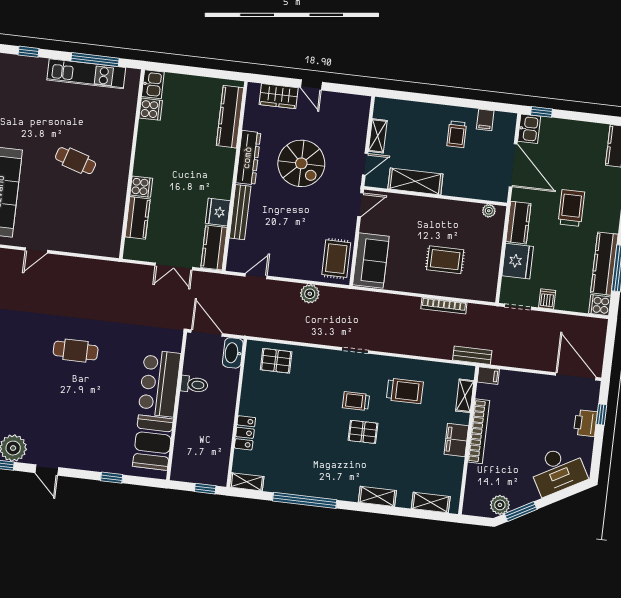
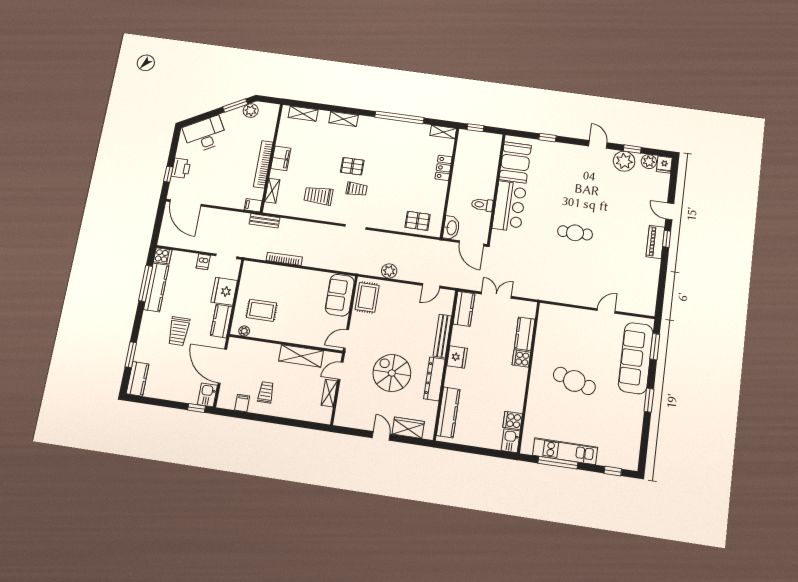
cafe table: (76, 161) -> (574, 381), width x1.37, depth x1.35
fridge: (218, 212) -> (457, 357), moved
rug: (445, 260) -> (262, 310), moved

